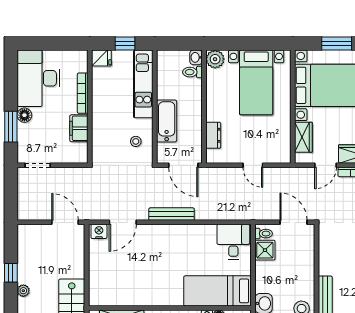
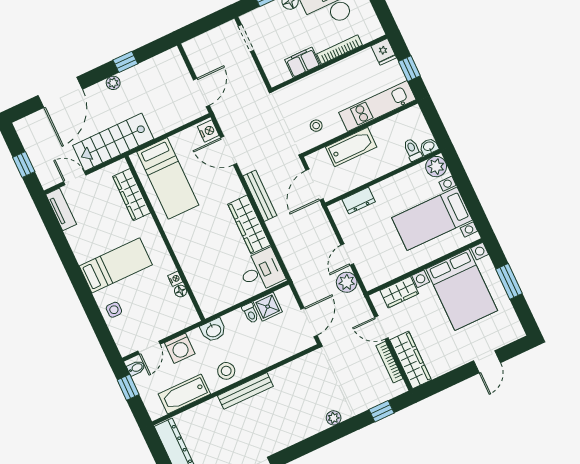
plant: (275, 176) -> (347, 282), added
wardrobe: (191, 234) -> (249, 225), added
toilet: (264, 234) -> (250, 313), moved
bed: (217, 291) -> (168, 178), moved, turned 180

